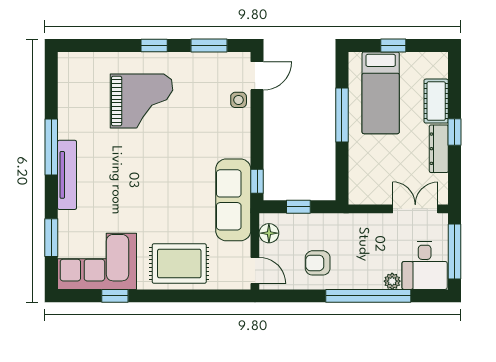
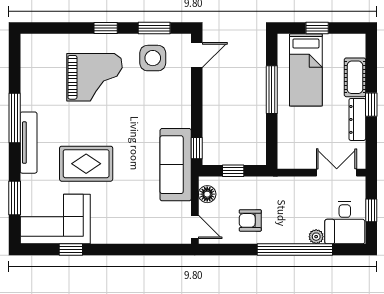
side table: (239, 100) -> (153, 58), moved, width x1.87, depth x1.87
window: (454, 252) -> (371, 210), width x0.46
rug: (179, 264) -> (86, 164), moved

